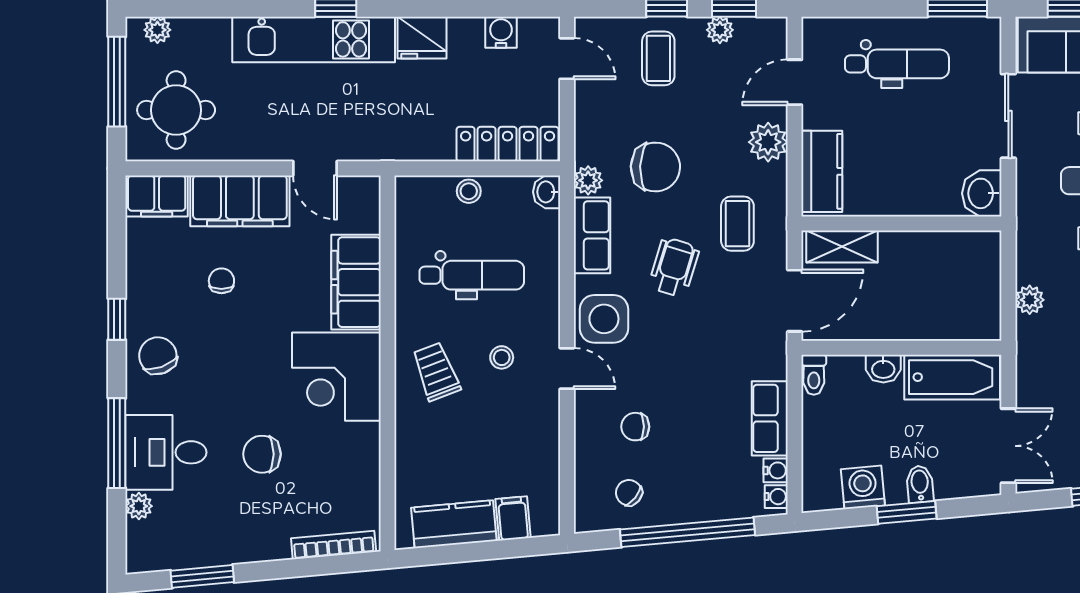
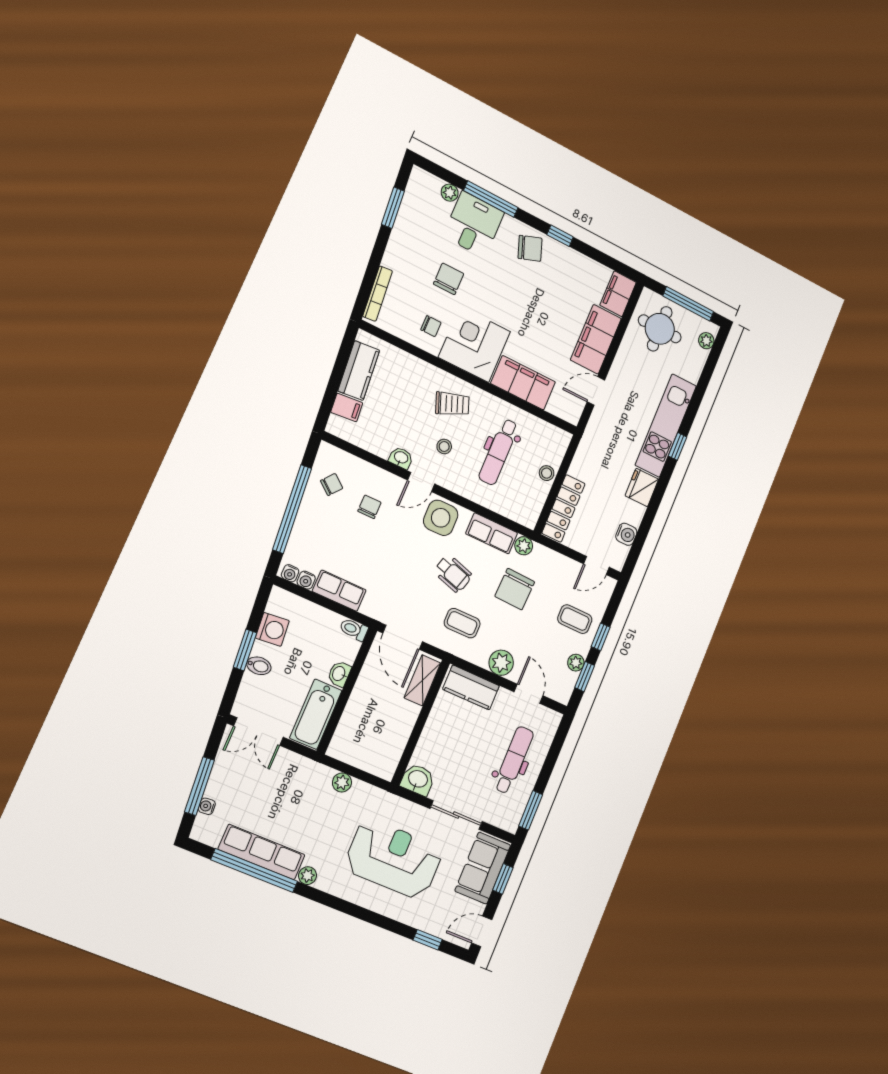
dental chair: (897, 64) -> (514, 760), turned 180
washbasin: (547, 192) -> (401, 458), moved
chair: (221, 281) -> (431, 326), moved

